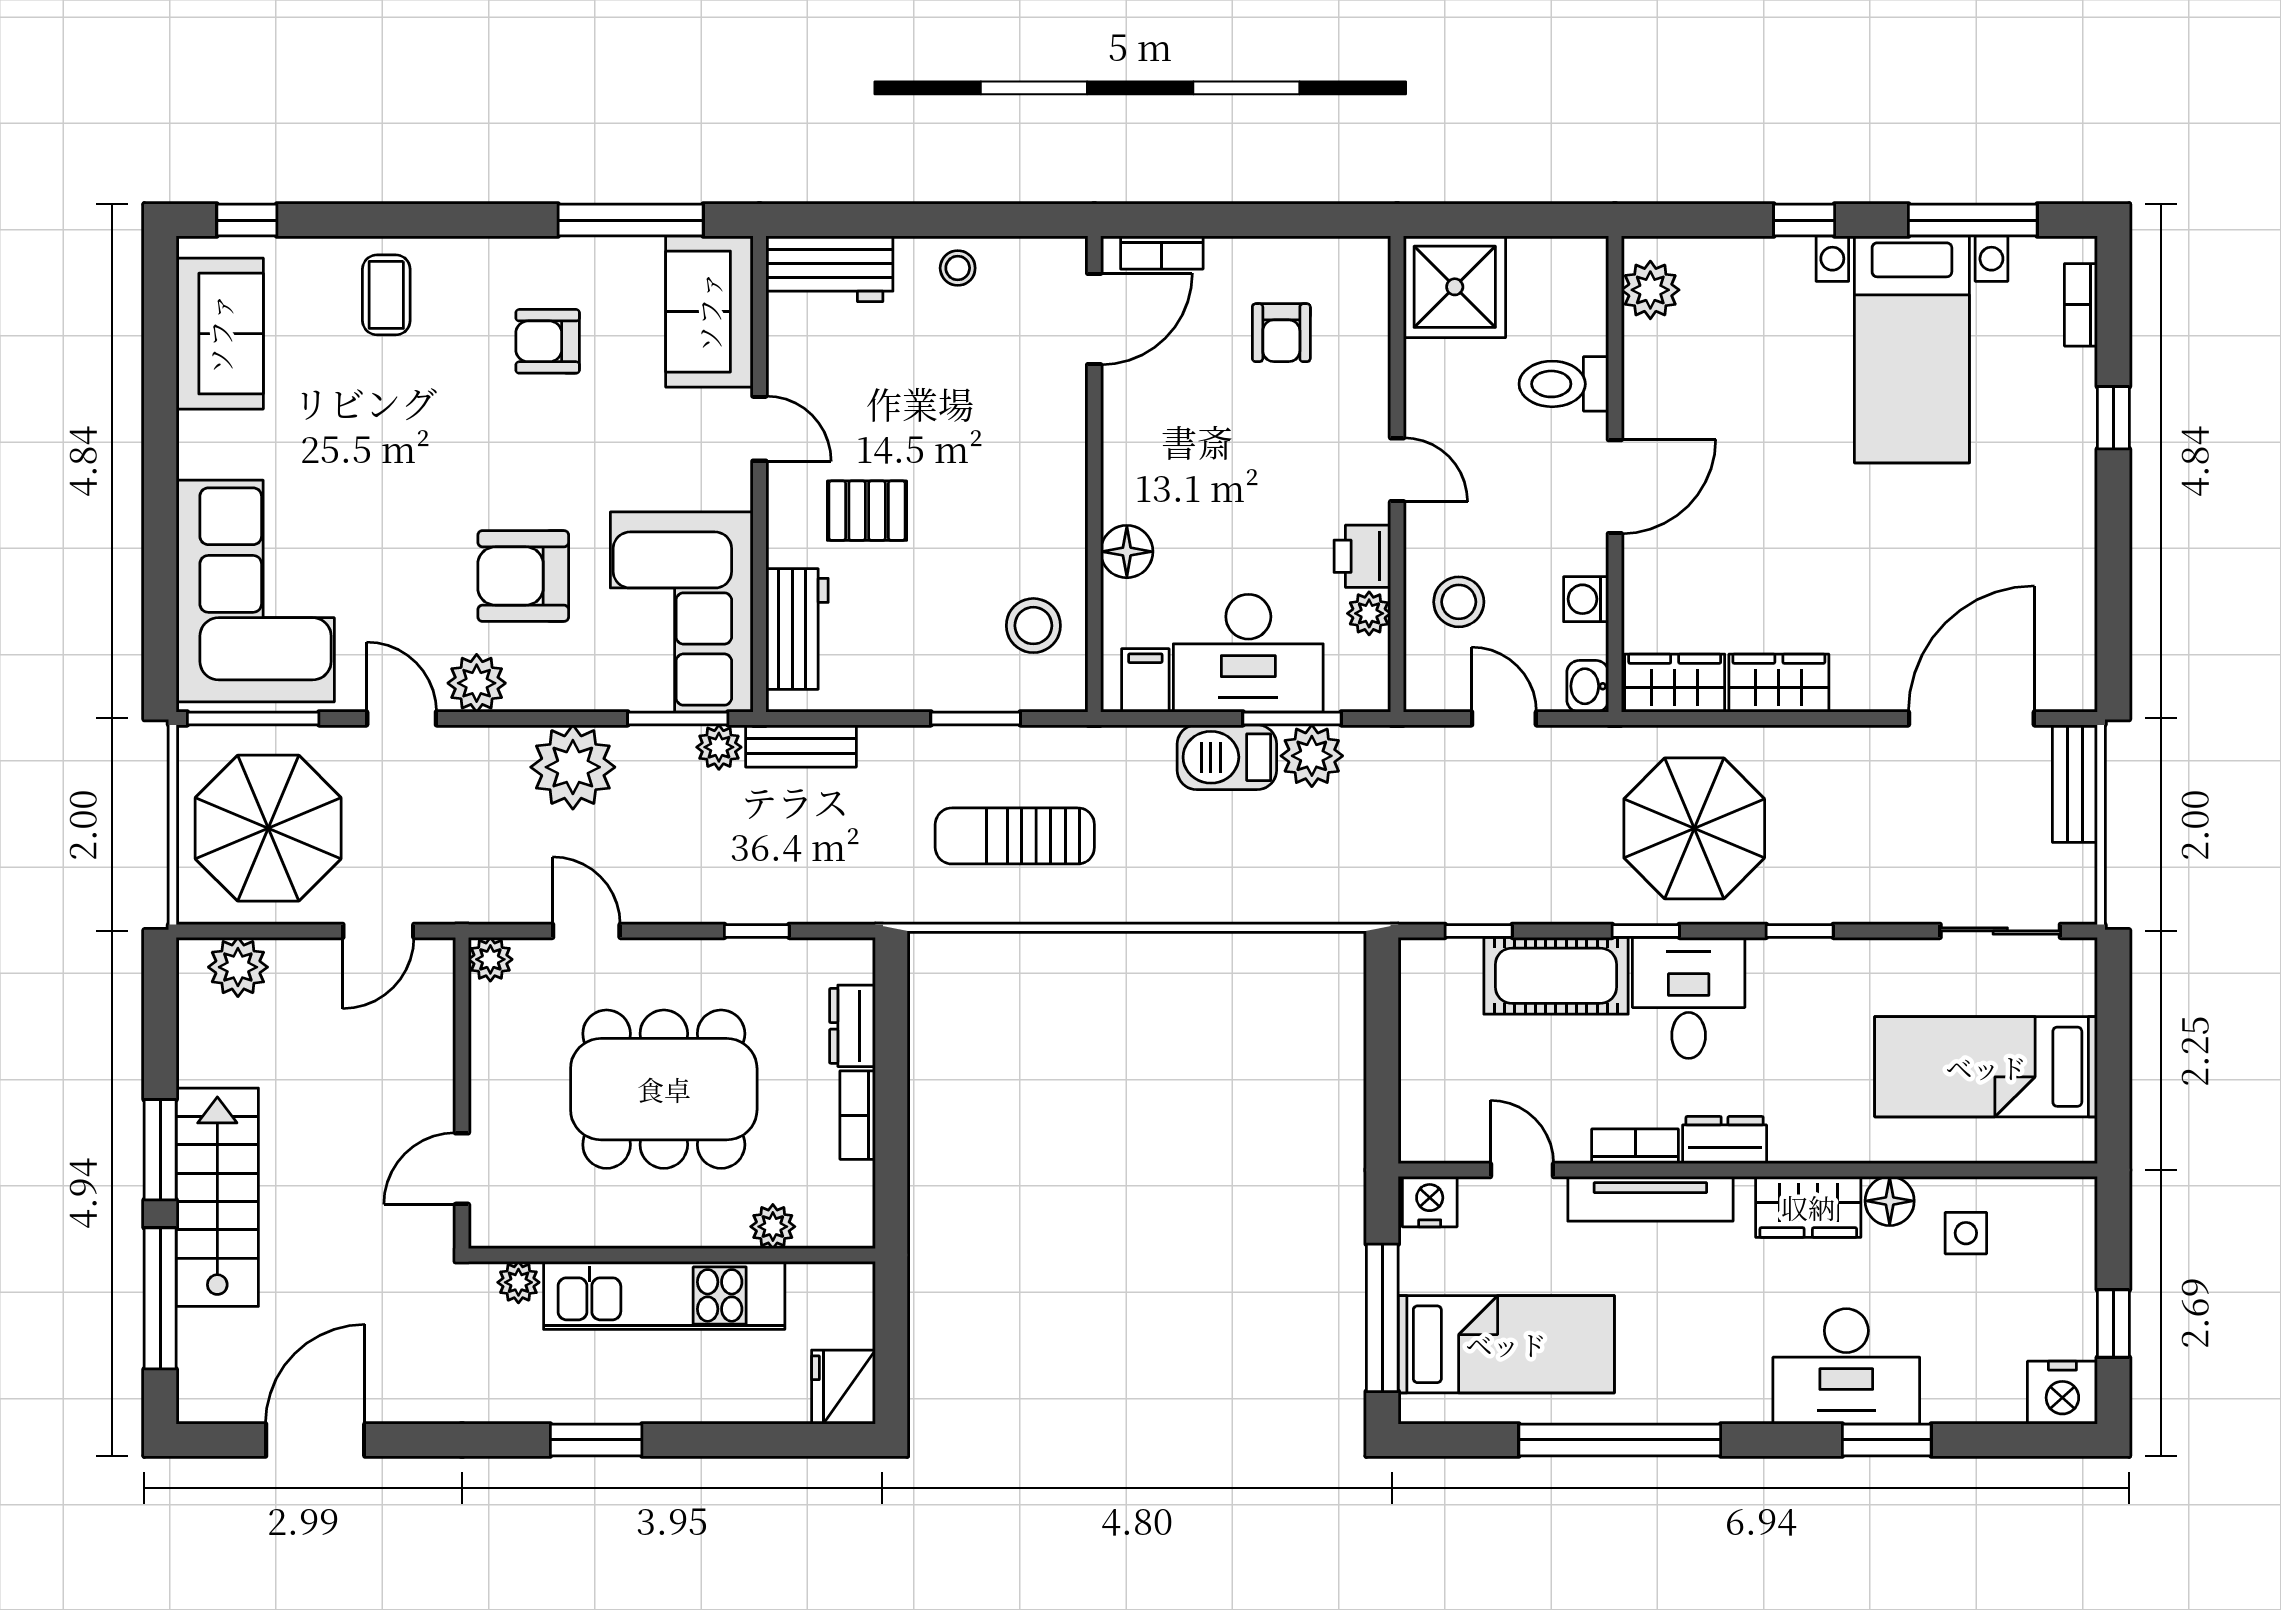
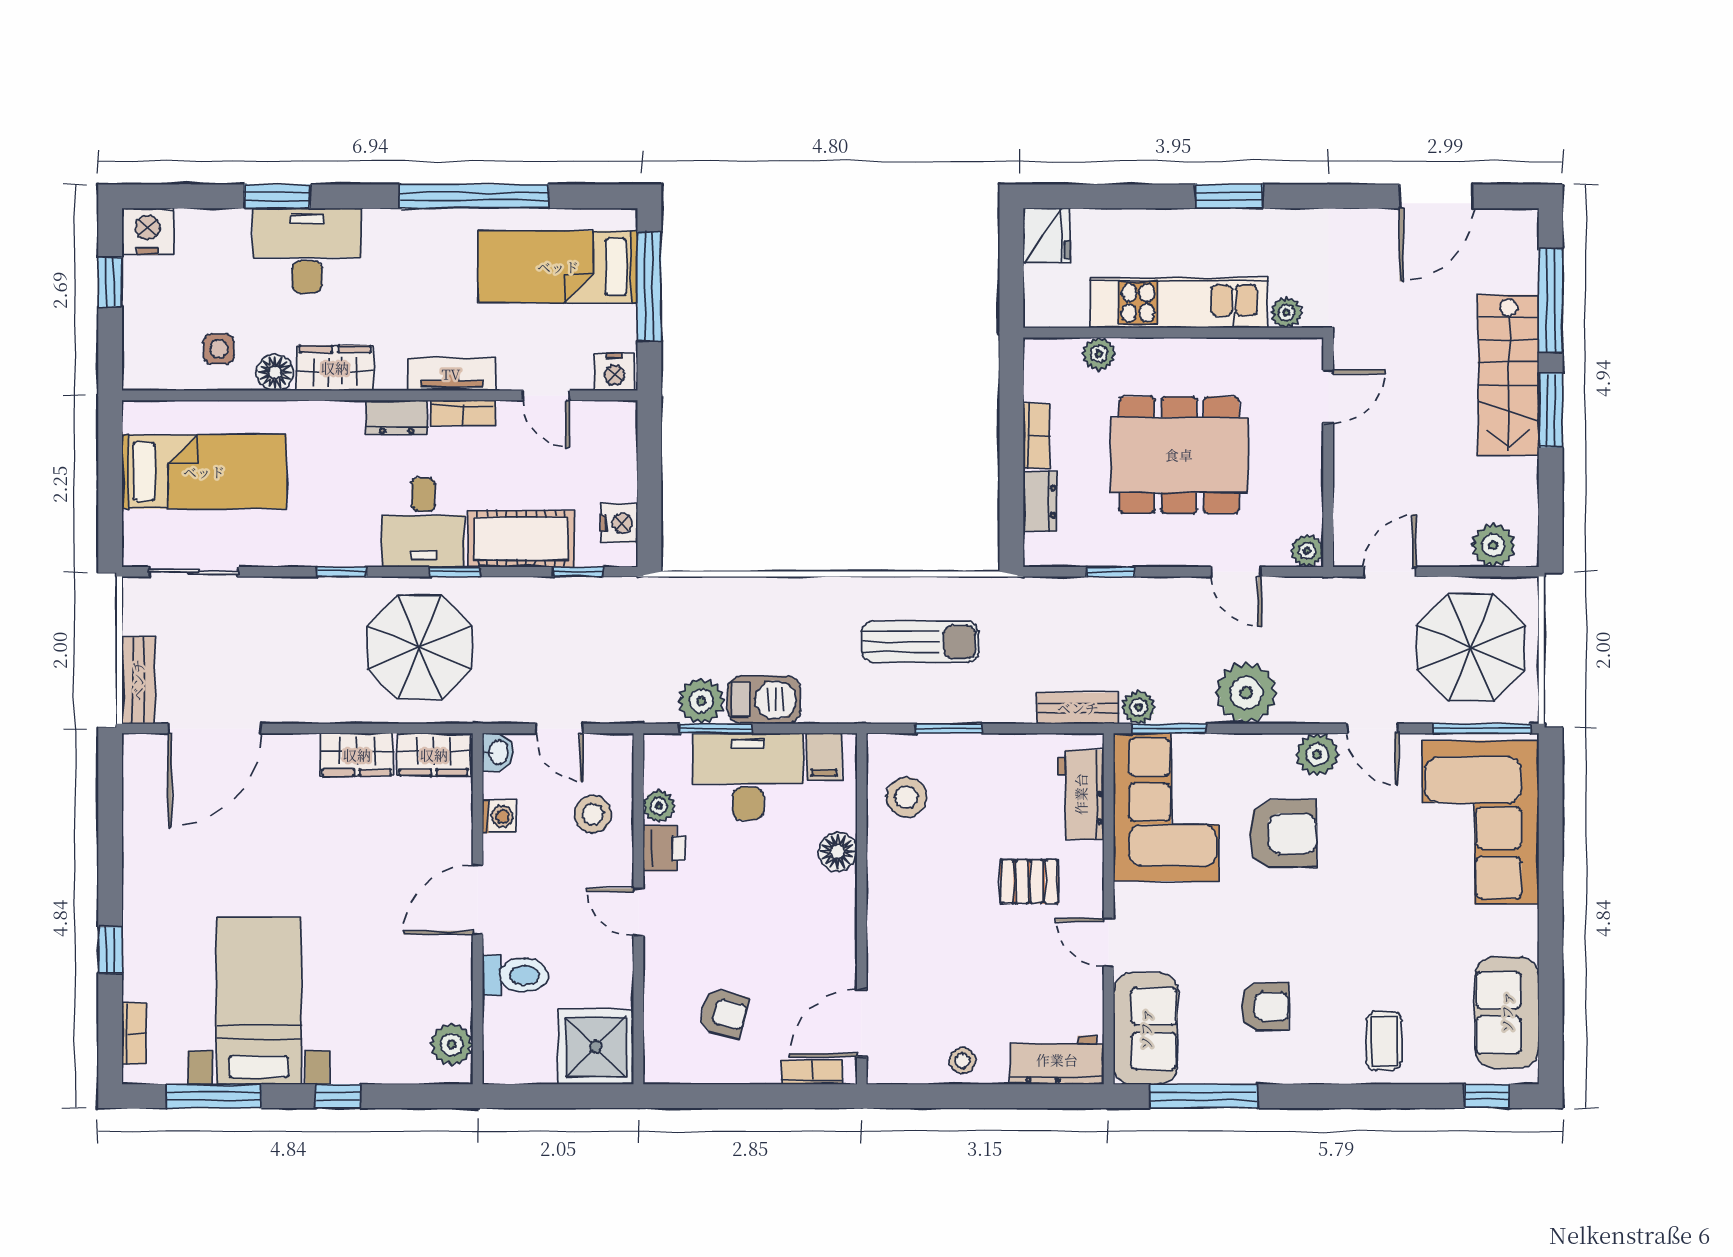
armchair: (1281, 333) -> (724, 1013), turned 105
nightstand: (1423, 997) -> (619, 523), added
tv unit: (1650, 1199) -> (451, 374), width x0.71

